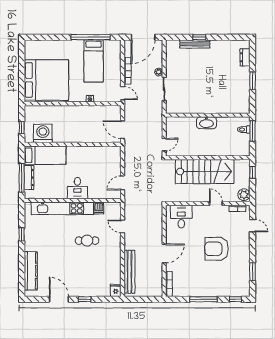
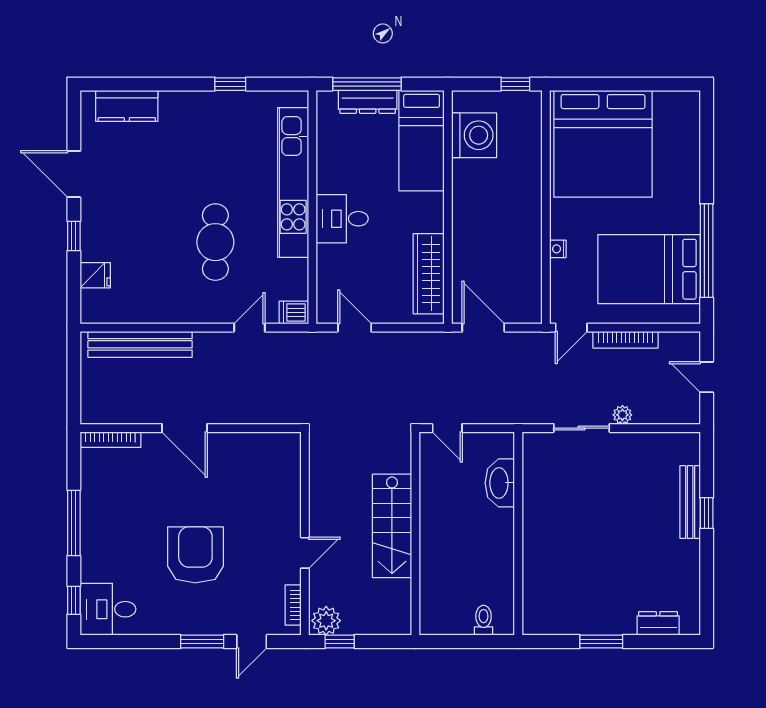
door: (143, 37) -> (707, 377), width x0.53
bed: (94, 61) -> (649, 269), width x1.50
washbasin: (207, 123) -> (500, 483), moved
window: (22, 128) -> (515, 84), moved
door: (123, 130) -> (483, 328), hinge flipped
window: (253, 131) -> (480, 641), removed
wardrobe: (100, 152) -> (429, 274), added
stairs: (205, 172) -> (392, 526), width x0.73, depth x0.66
window: (253, 172) -> (340, 641), moved
dishwasher: (99, 208) -> (294, 312), moved
desk: (181, 217) -> (108, 609), moved, turned 180
cafe table: (87, 241) -> (215, 242), width x1.37, depth x1.35
kitchen counter: (31, 271) -> (127, 106), width x0.67
window: (253, 272) -> (202, 641), moved
fridge: (116, 290) -> (95, 275), moved
door: (59, 299) -> (74, 174), swing flipped

